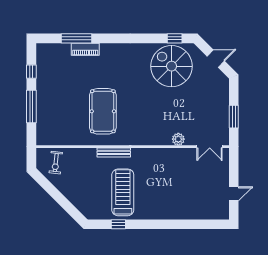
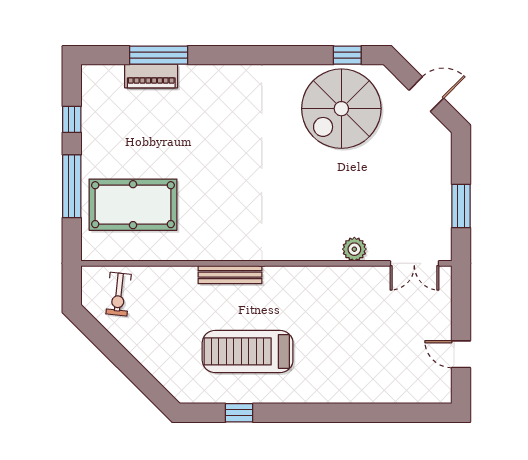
piano: (85, 49) -> (151, 76), moved
spiral stairs: (172, 66) -> (341, 109), turned -90
pool table: (103, 111) -> (133, 205), moved, turned 90
treadmill: (123, 192) -> (248, 351), turned -90
door: (234, 194) -> (461, 354), swing flipped

